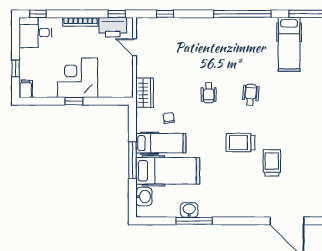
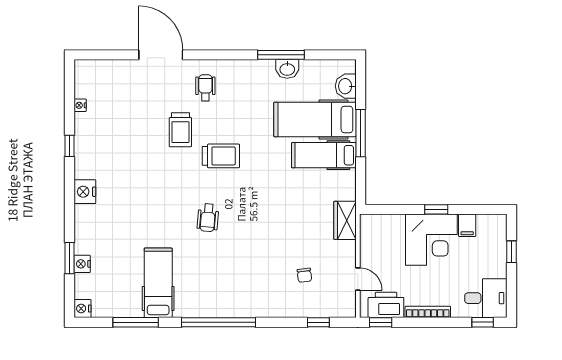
filing cabinet: (26, 89) -> (467, 225), moved
wheelchair: (209, 93) -> (205, 88), moved
chair: (169, 118) -> (304, 275), moved

